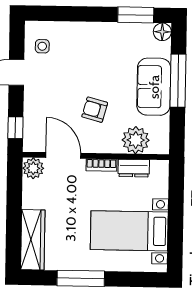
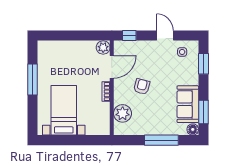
window: (61, 14) -> (203, 64), added
sofa: (154, 87) -> (188, 104), moved, turned -90
dresser: (134, 168) -> (104, 112), removed
wardrobe: (33, 240) -> (57, 48), removed

